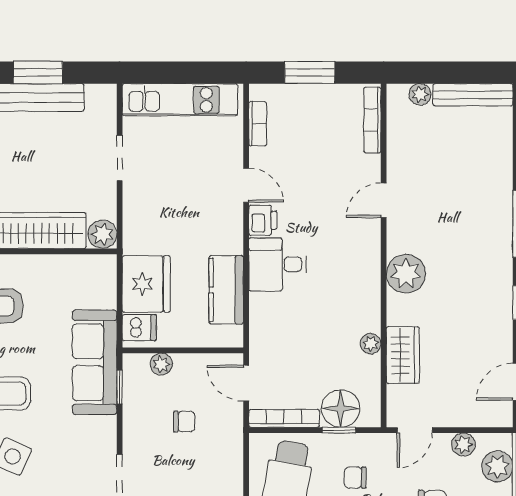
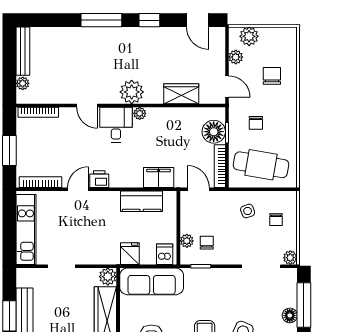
bookcase: (258, 124) -> (41, 182), width x1.56
desk: (277, 264) -> (116, 125), moved, turned 180
fridge: (146, 284) -> (130, 254), width x0.53, depth x0.75
filing cabinet: (265, 318) -> (159, 177), added
plant: (371, 344) -> (140, 113), moved
sofa: (95, 362) -> (152, 281), moved
door: (246, 383) -> (198, 189), swing flipped
chair: (184, 421) -> (207, 243), moved
side table: (210, 464) -> (248, 211), added

